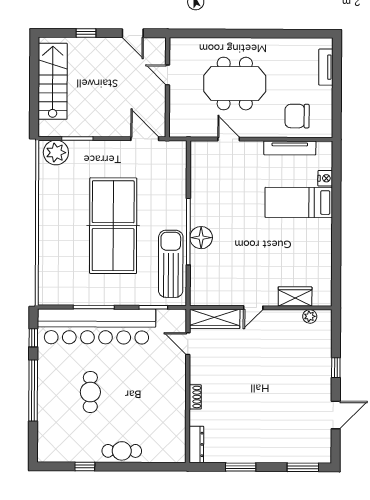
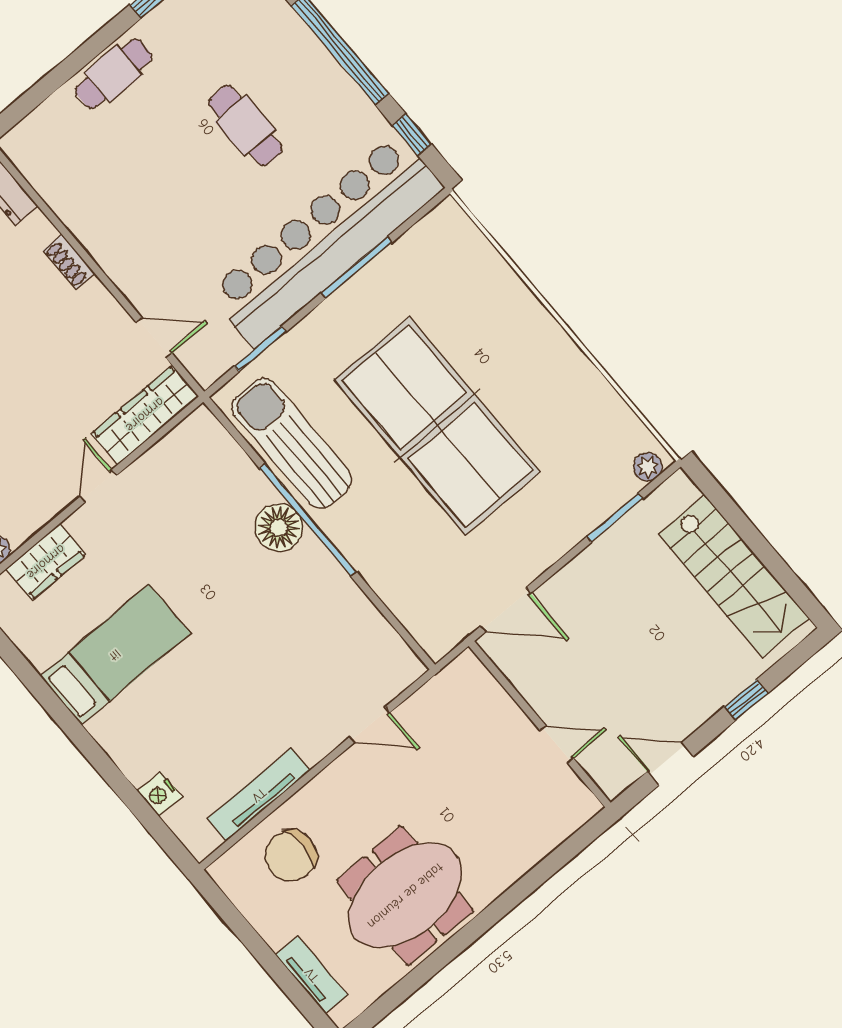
meeting table: (235, 84) -> (405, 896), moved
chair: (297, 116) -> (291, 856), turned 180
plant: (56, 153) -> (648, 467), width x0.53, depth x0.53
bed: (299, 202) -> (115, 655), moved
sun lounger: (171, 264) -> (292, 443), turned 180

